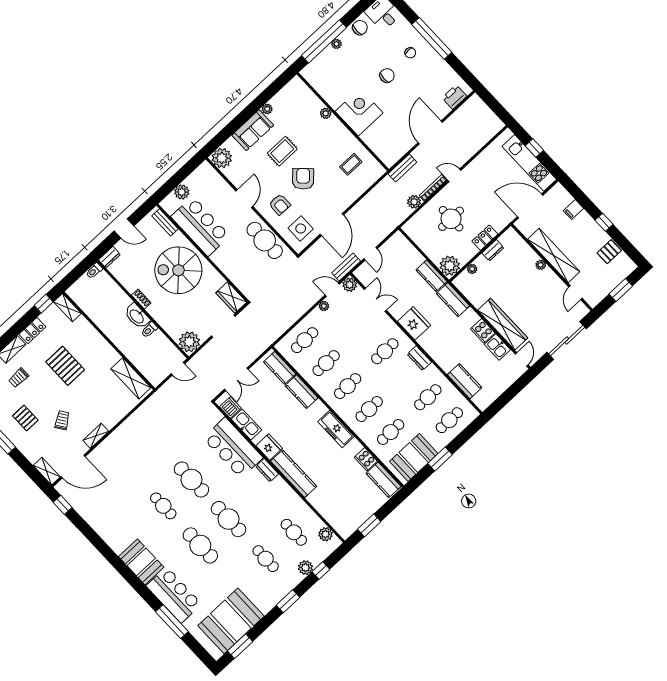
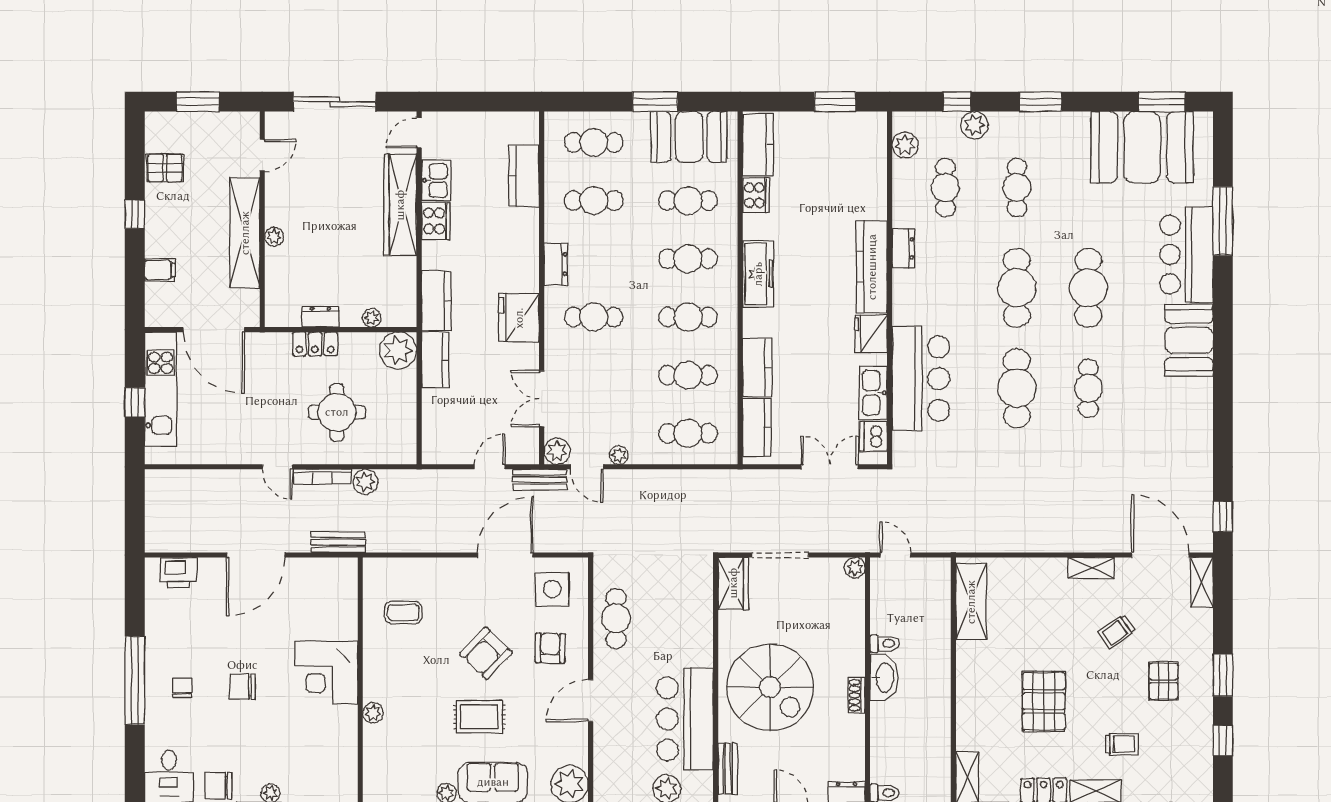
cafe table: (265, 240) -> (616, 618), width x0.73, depth x0.74
plant: (189, 342) -> (855, 568), width x0.53, depth x0.53
dresser: (267, 470) -> (903, 248), moved

